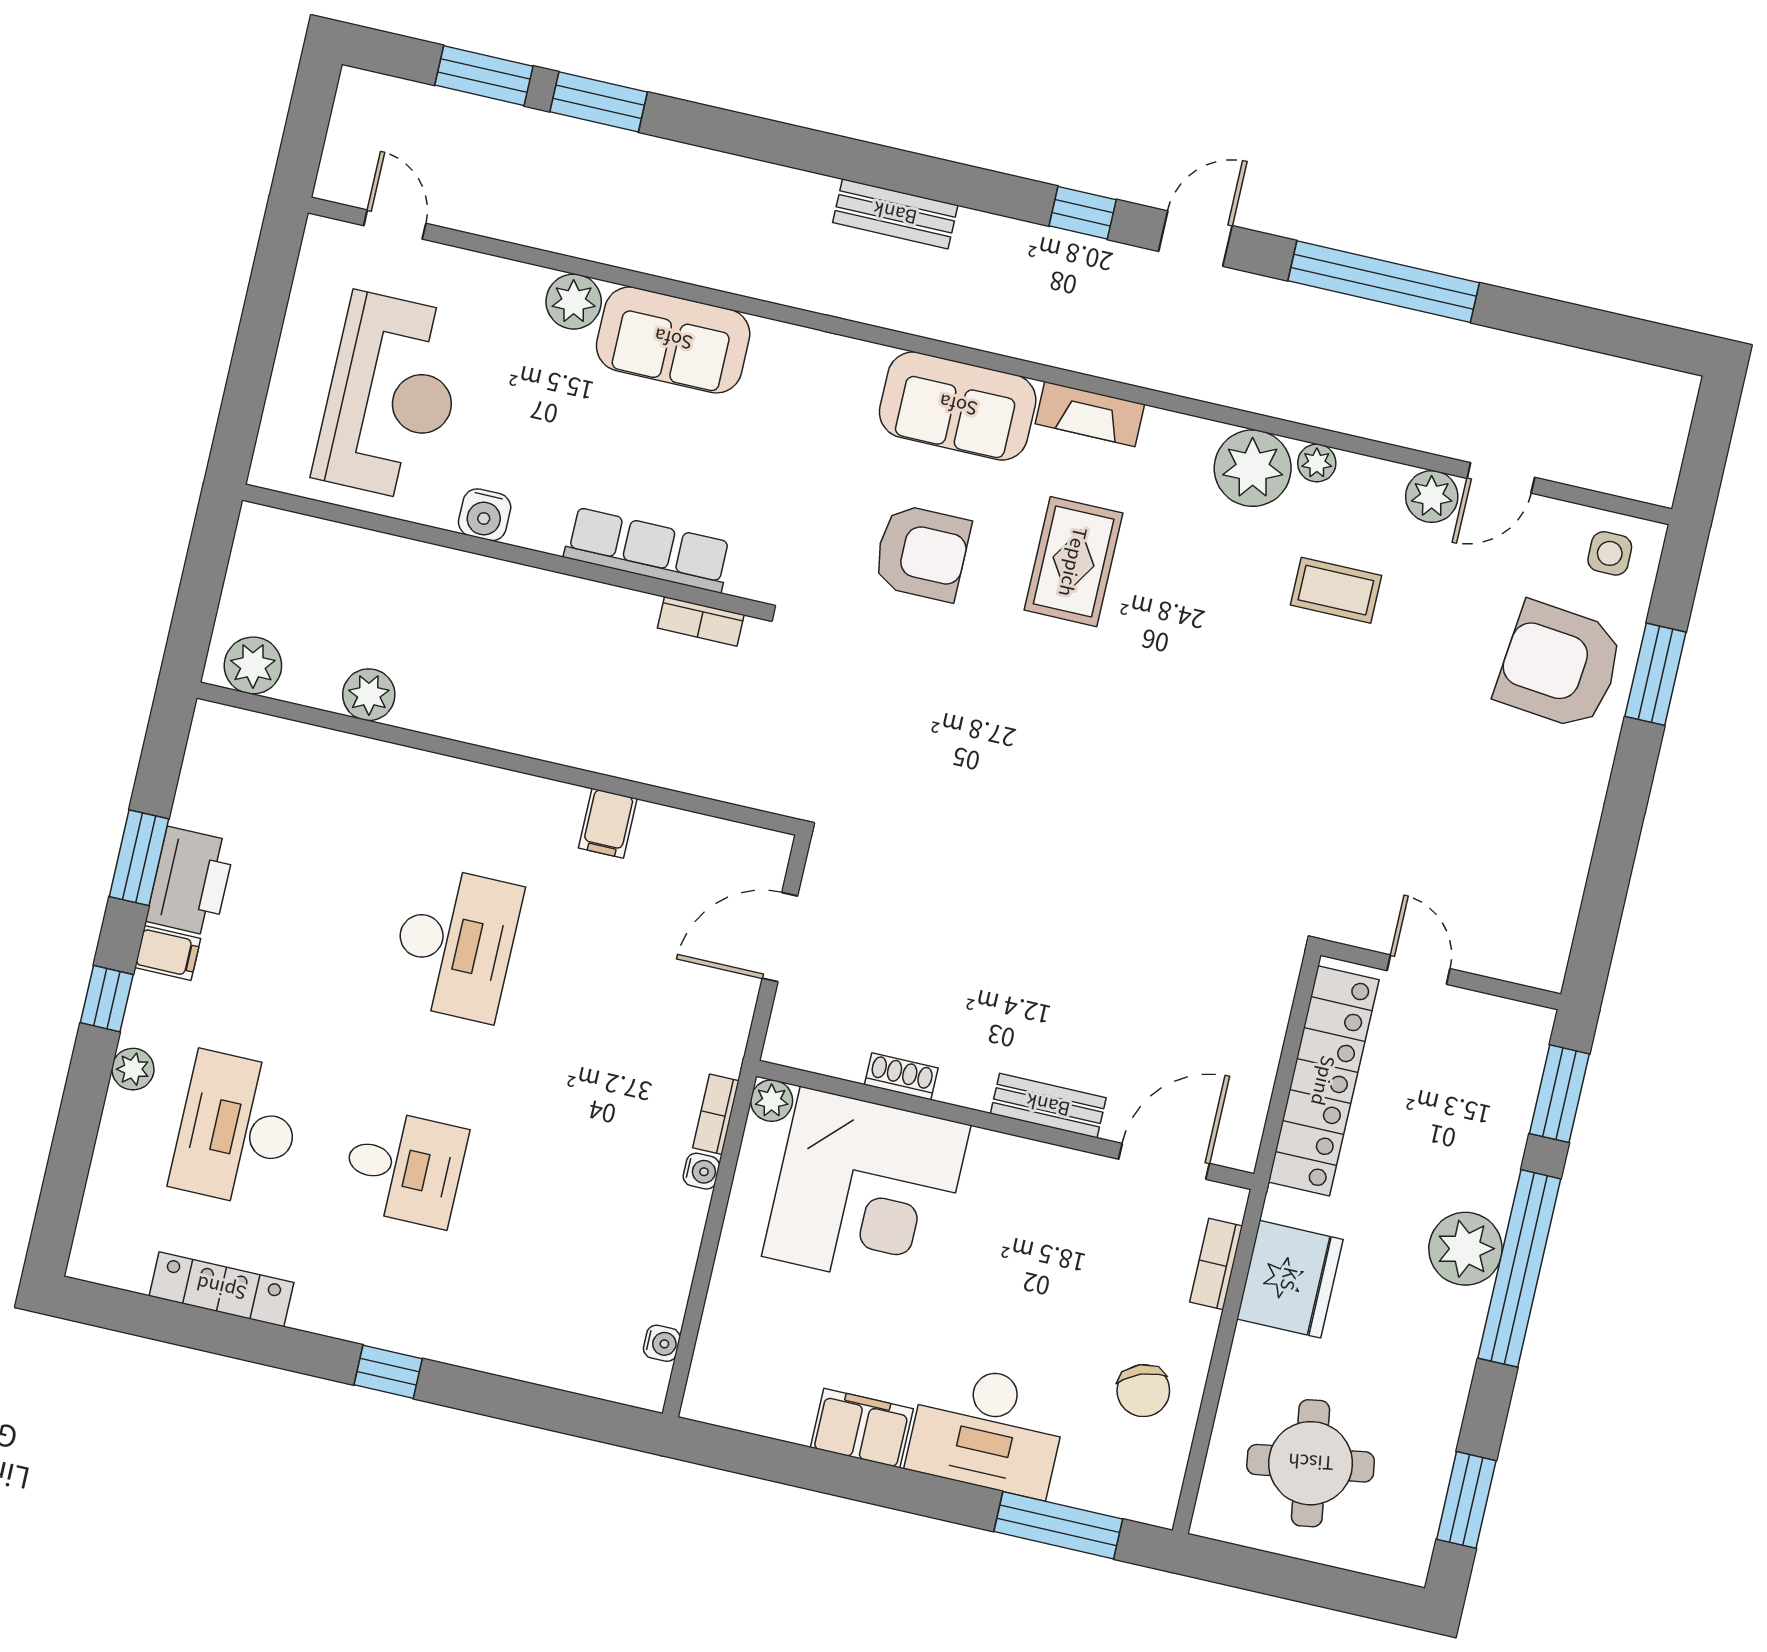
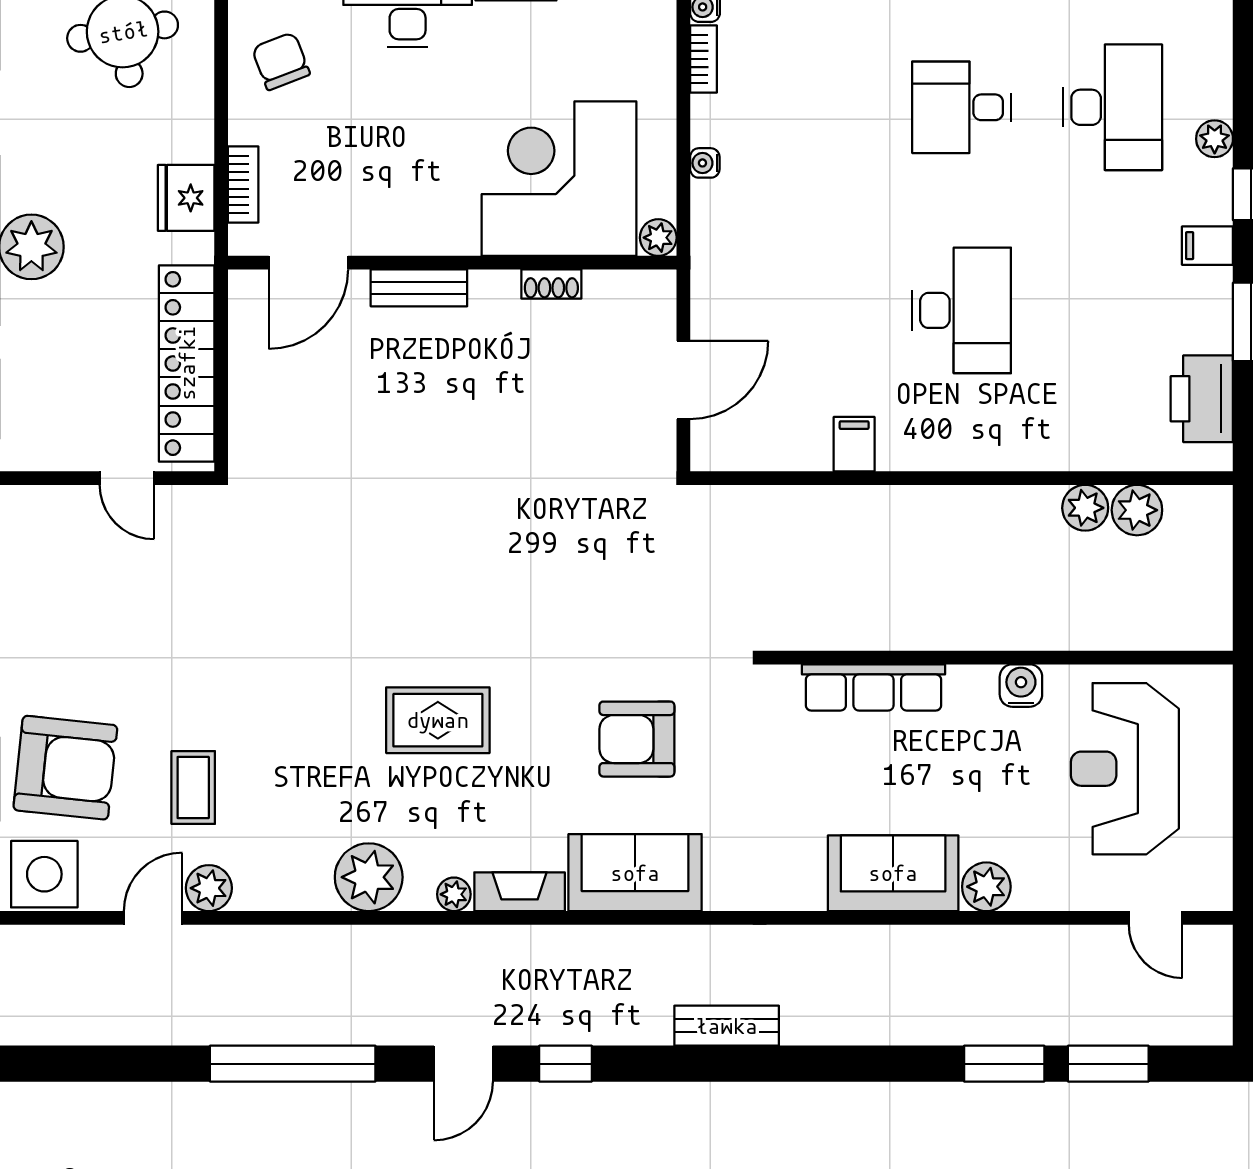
plant: (1317, 463) -> (454, 894), moved
side table: (1610, 553) -> (44, 874), width x1.87, depth x1.87
rug: (1074, 562) -> (438, 720), moved, turned 90
coffee table: (1336, 590) -> (193, 788), moved, turned 90
bookcase: (701, 621) -> (814, 636), removed
plant: (253, 665) -> (1137, 510), moved
printer: (191, 882) -> (1202, 399), moved
desk: (455, 944) -> (962, 310), turned 180
bookcase: (716, 1114) -> (704, 59), moved
fridge: (1290, 1279) -> (186, 198), width x0.73, depth x0.75

